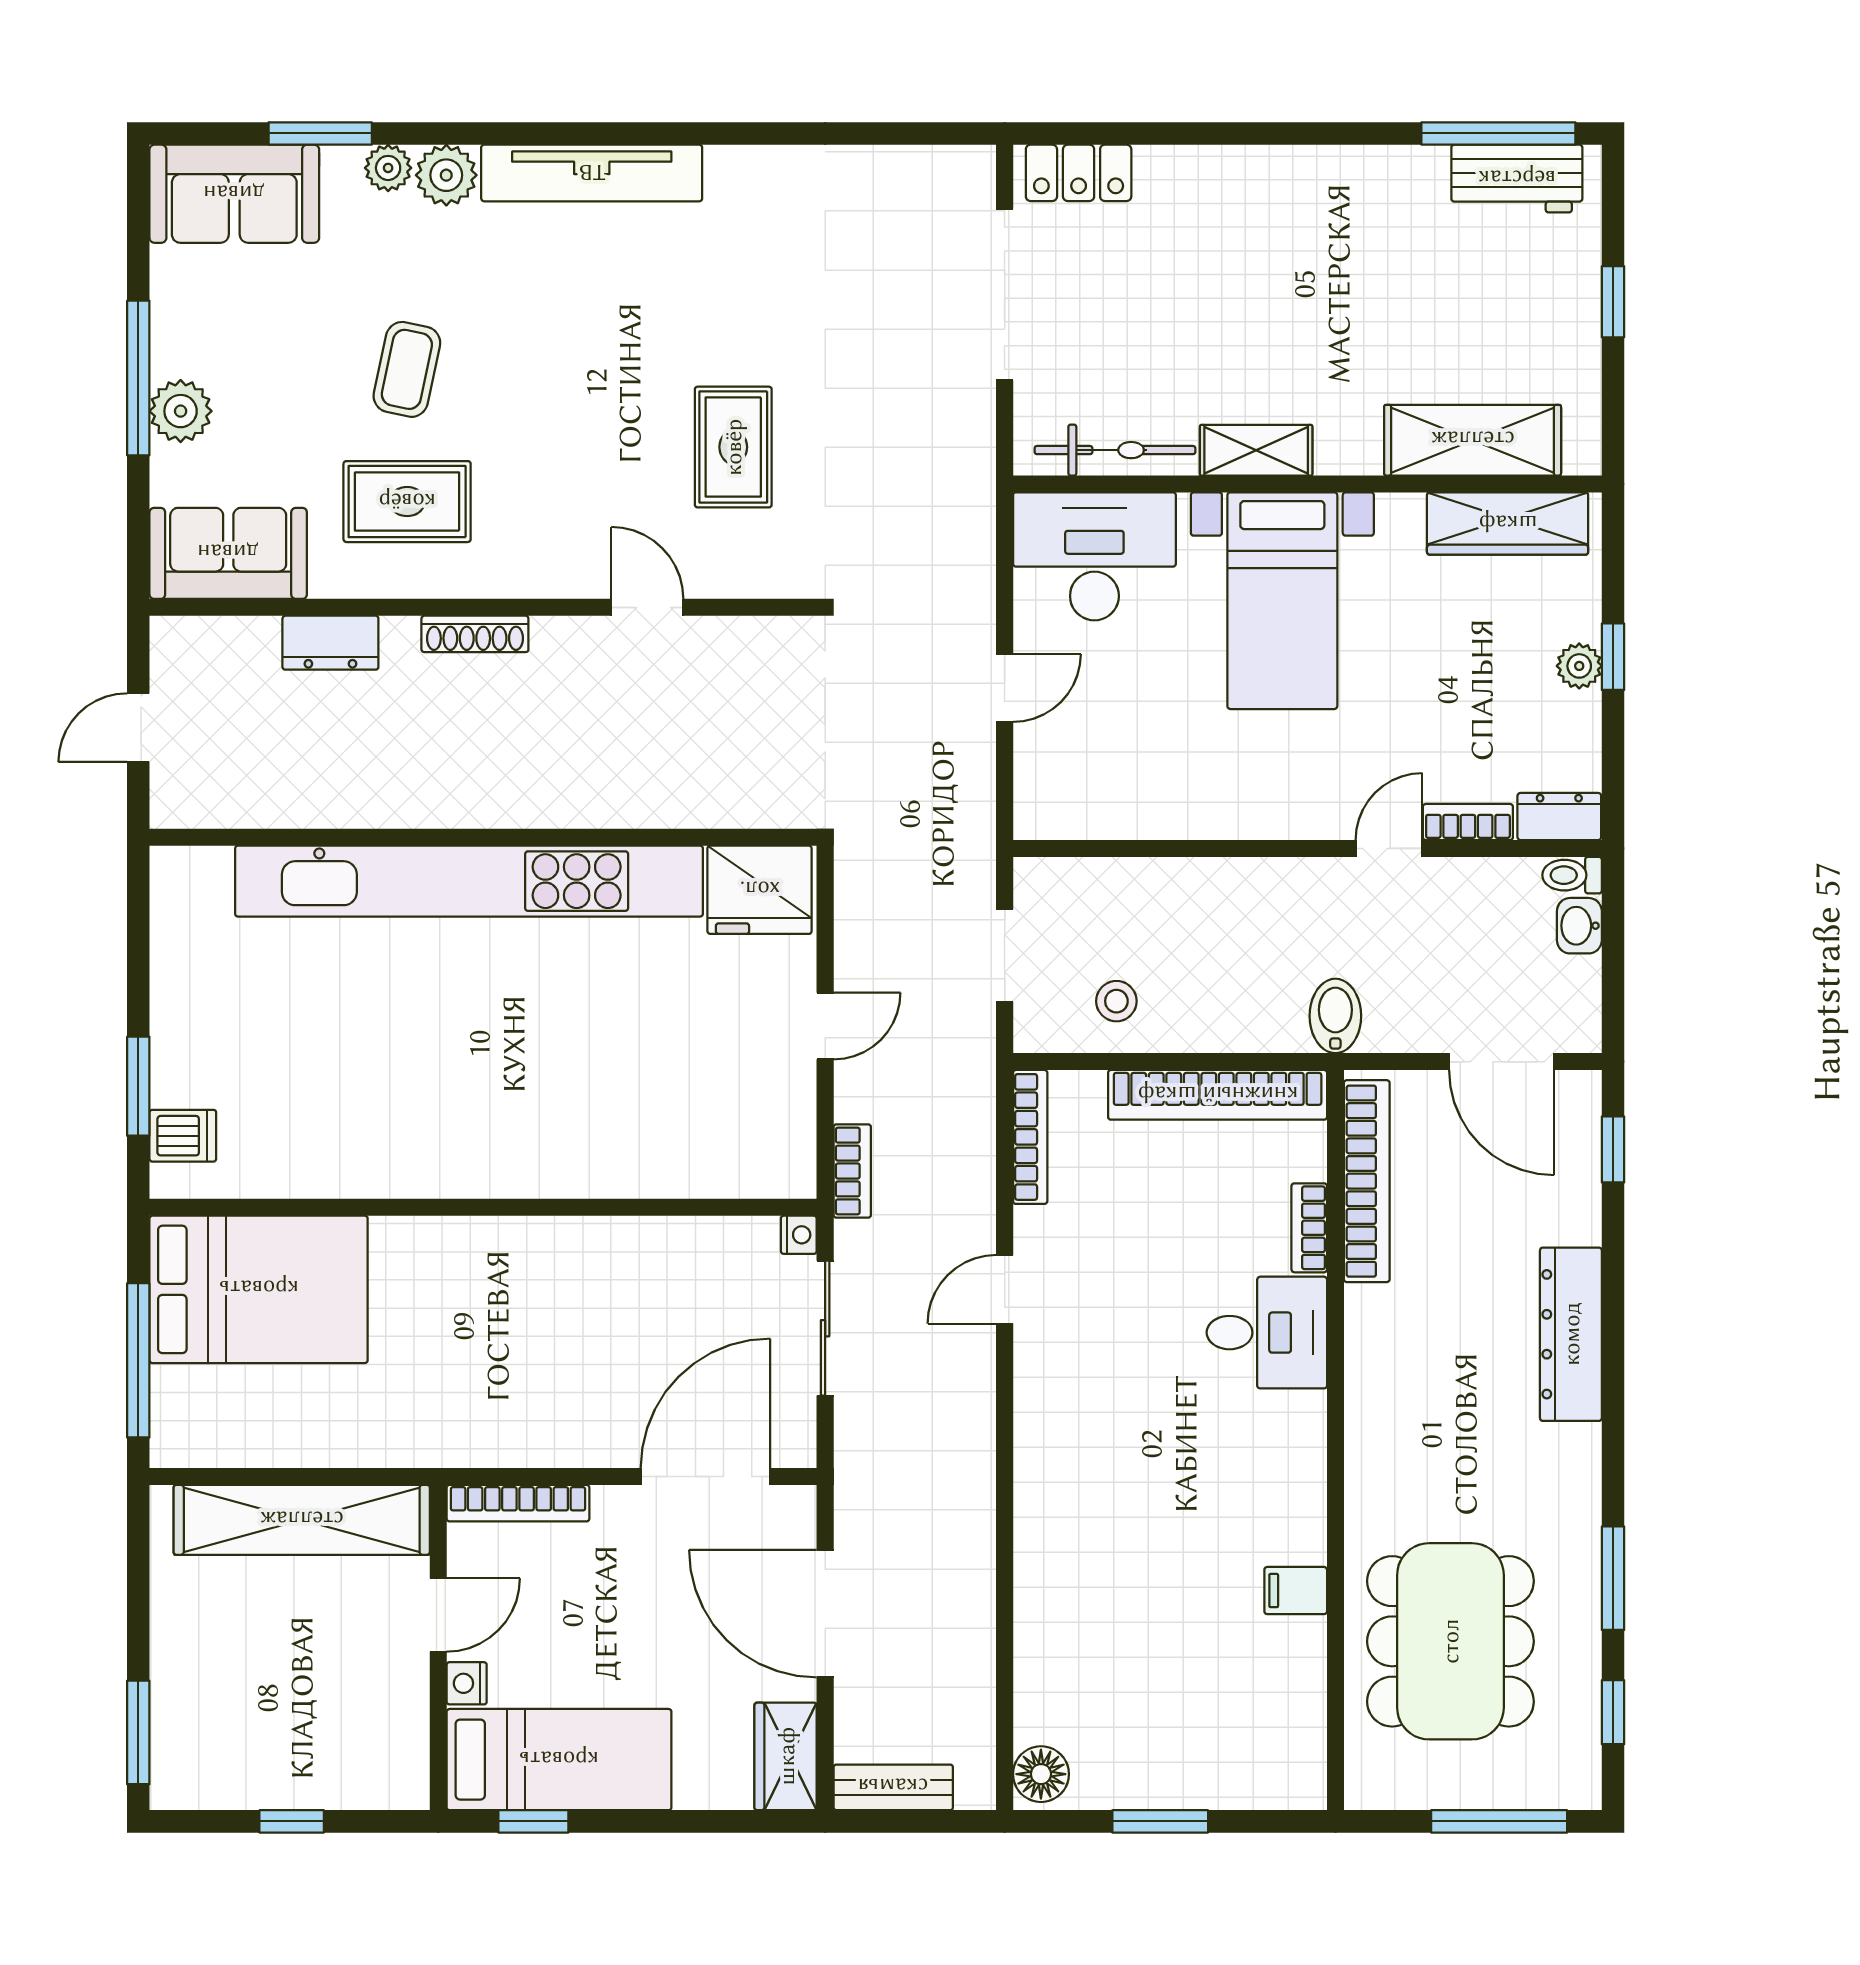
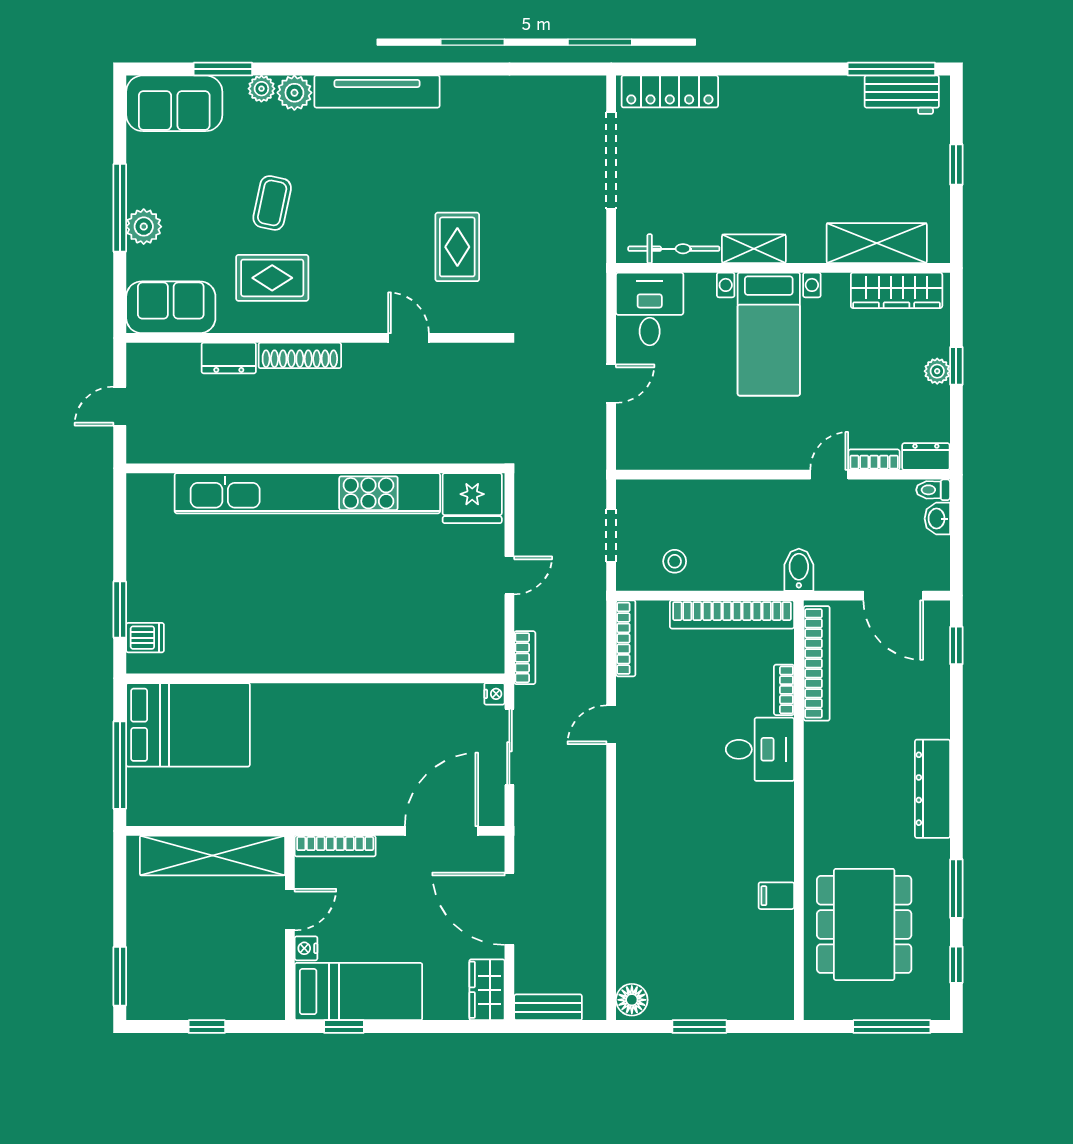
locker: (1079, 173) -> (670, 91), width x1.53
desk: (1094, 556) -> (650, 309), width x0.73
shoe rack: (475, 634) -> (300, 355), width x1.36, depth x1.24
dresser: (1571, 1334) -> (932, 789), moved

